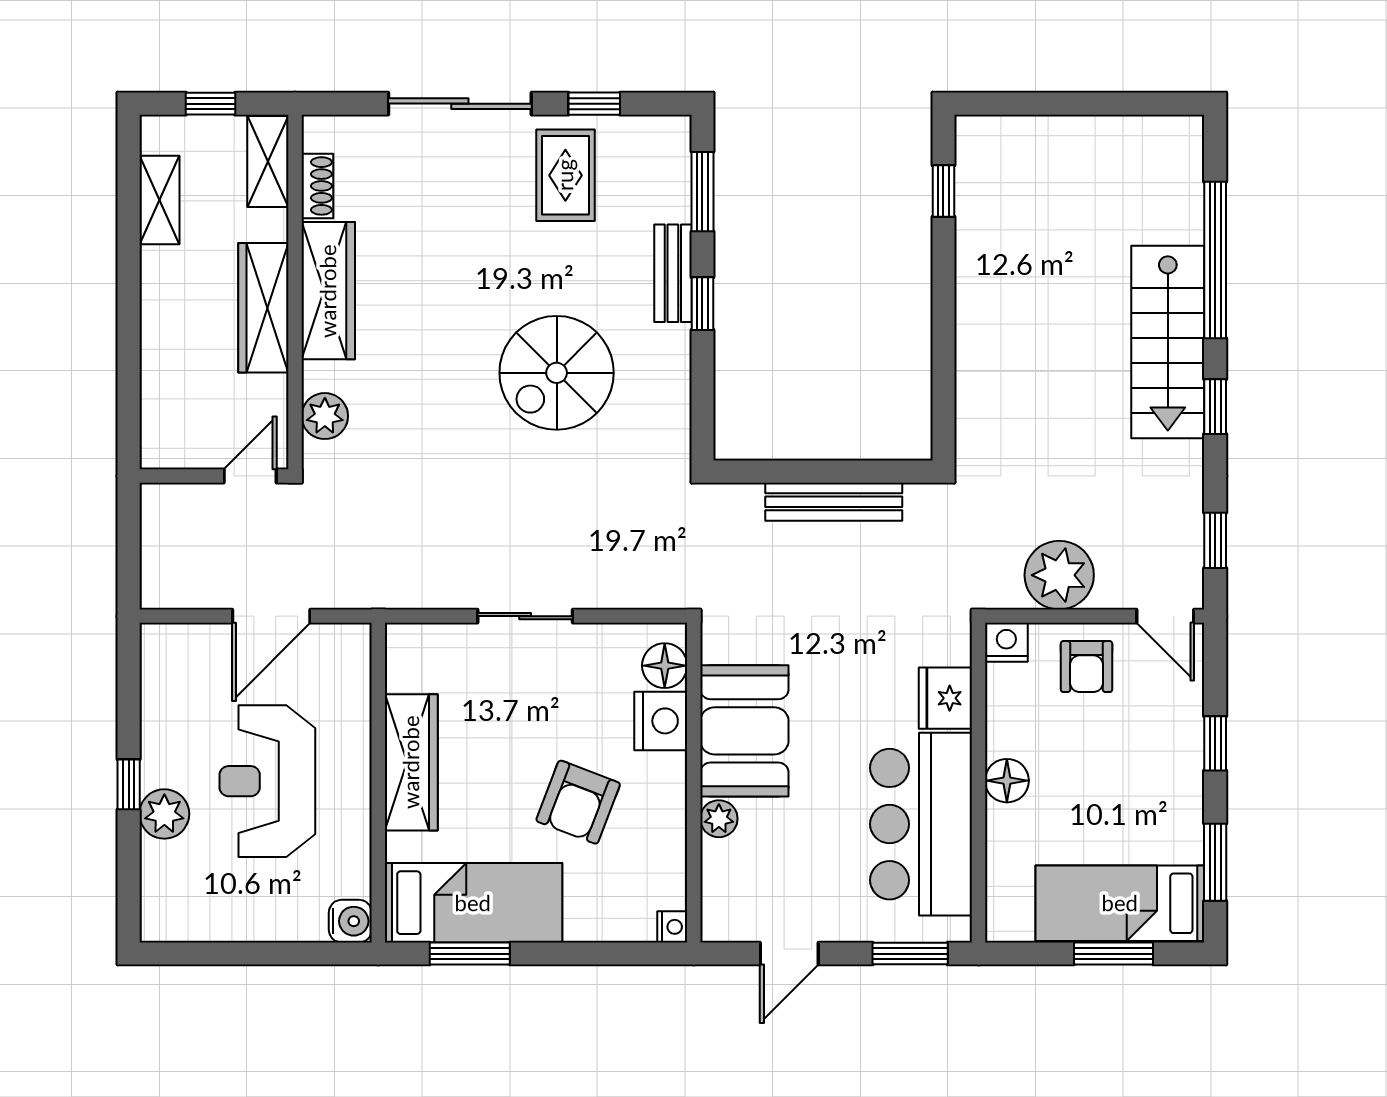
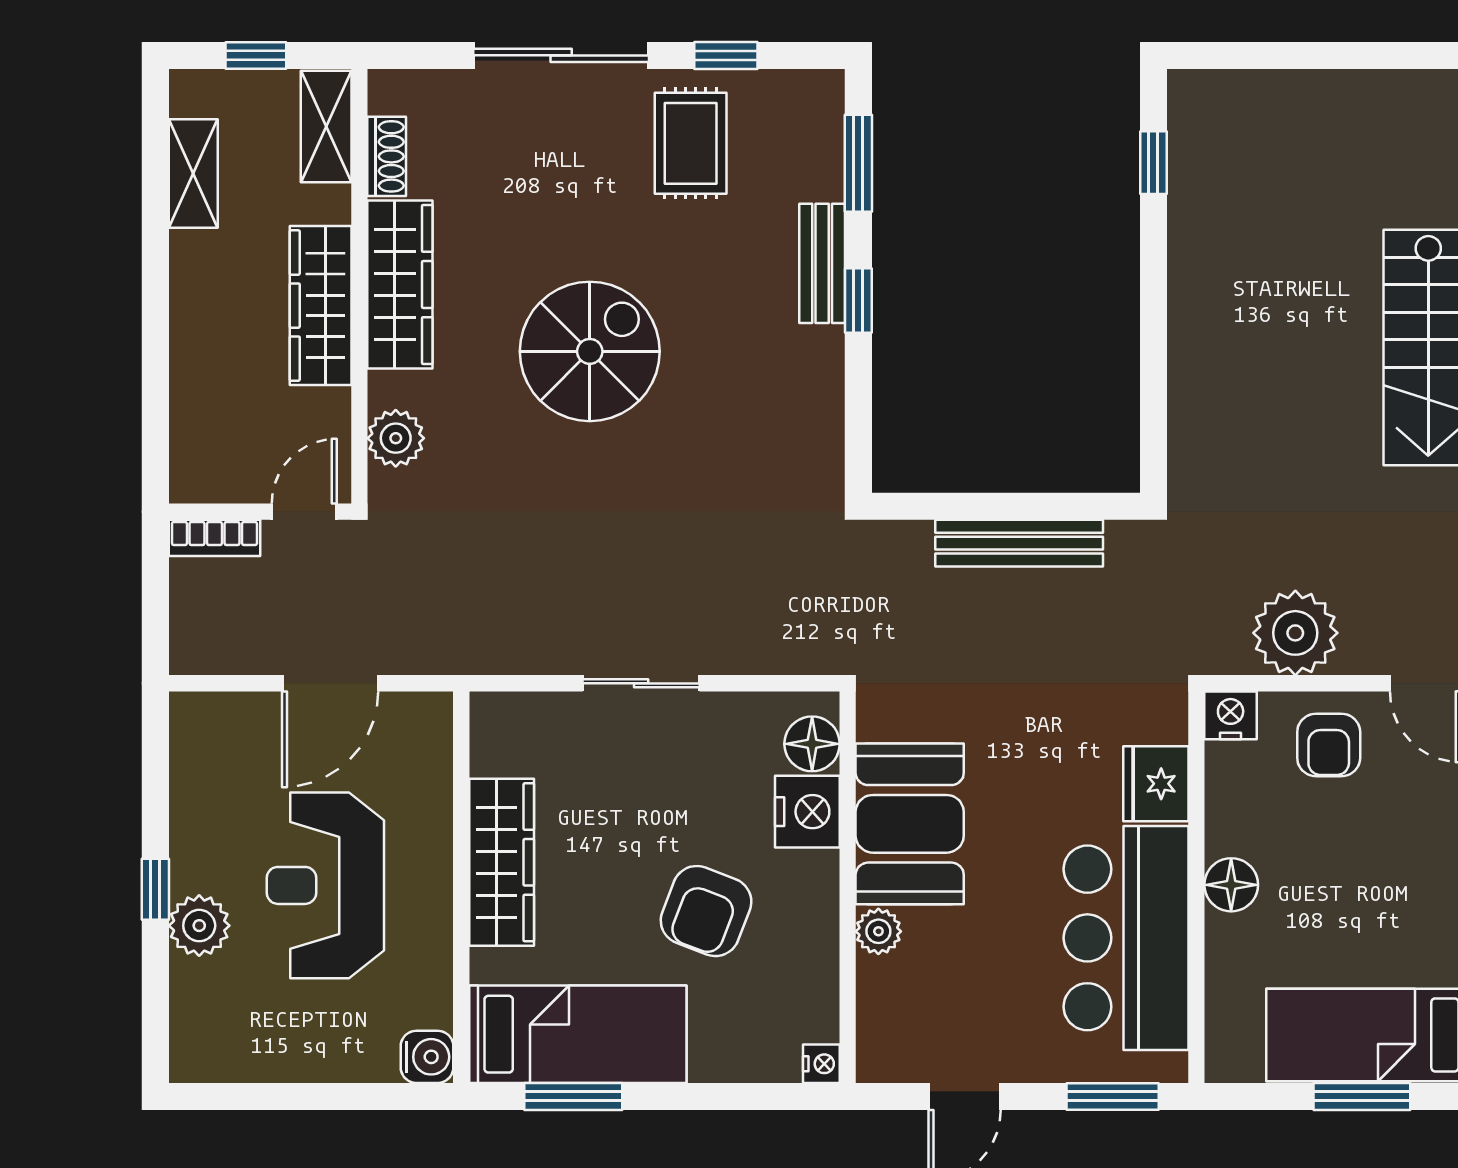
spiral stairs: (557, 373) -> (590, 351), moved, turned 180
bookcase: (177, 497) -> (214, 538), added

